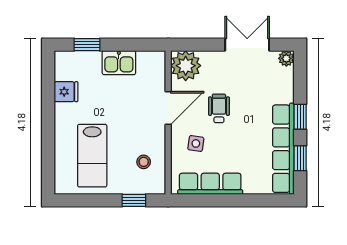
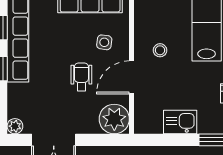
wheelchair: (219, 108) -> (81, 77), turned 180
stool: (144, 162) -> (160, 50), moved

